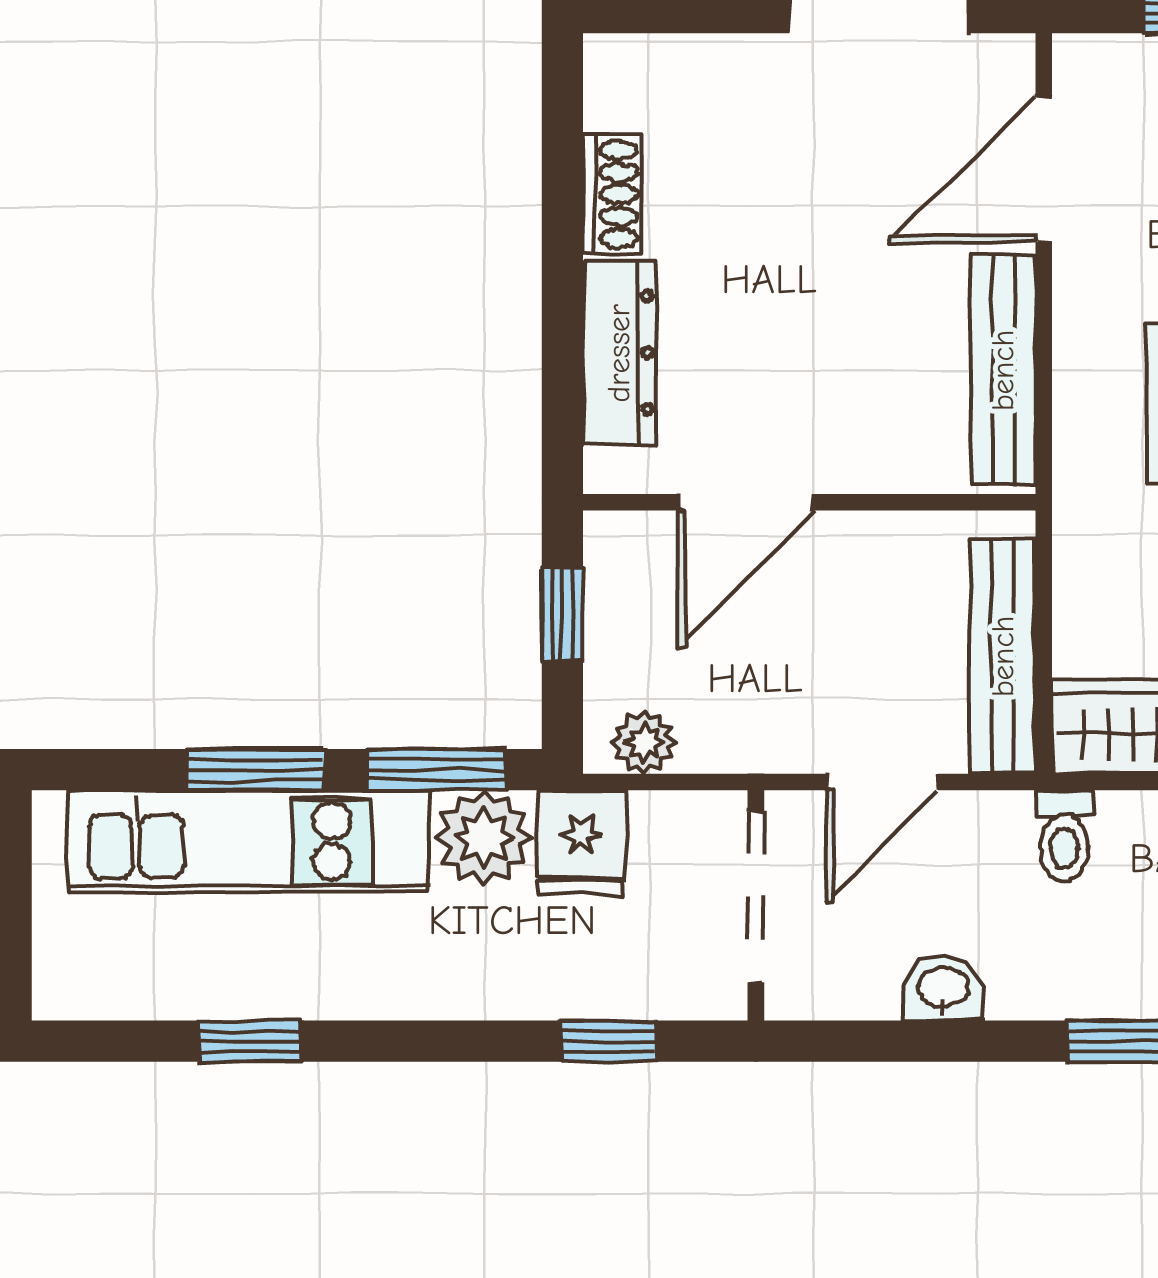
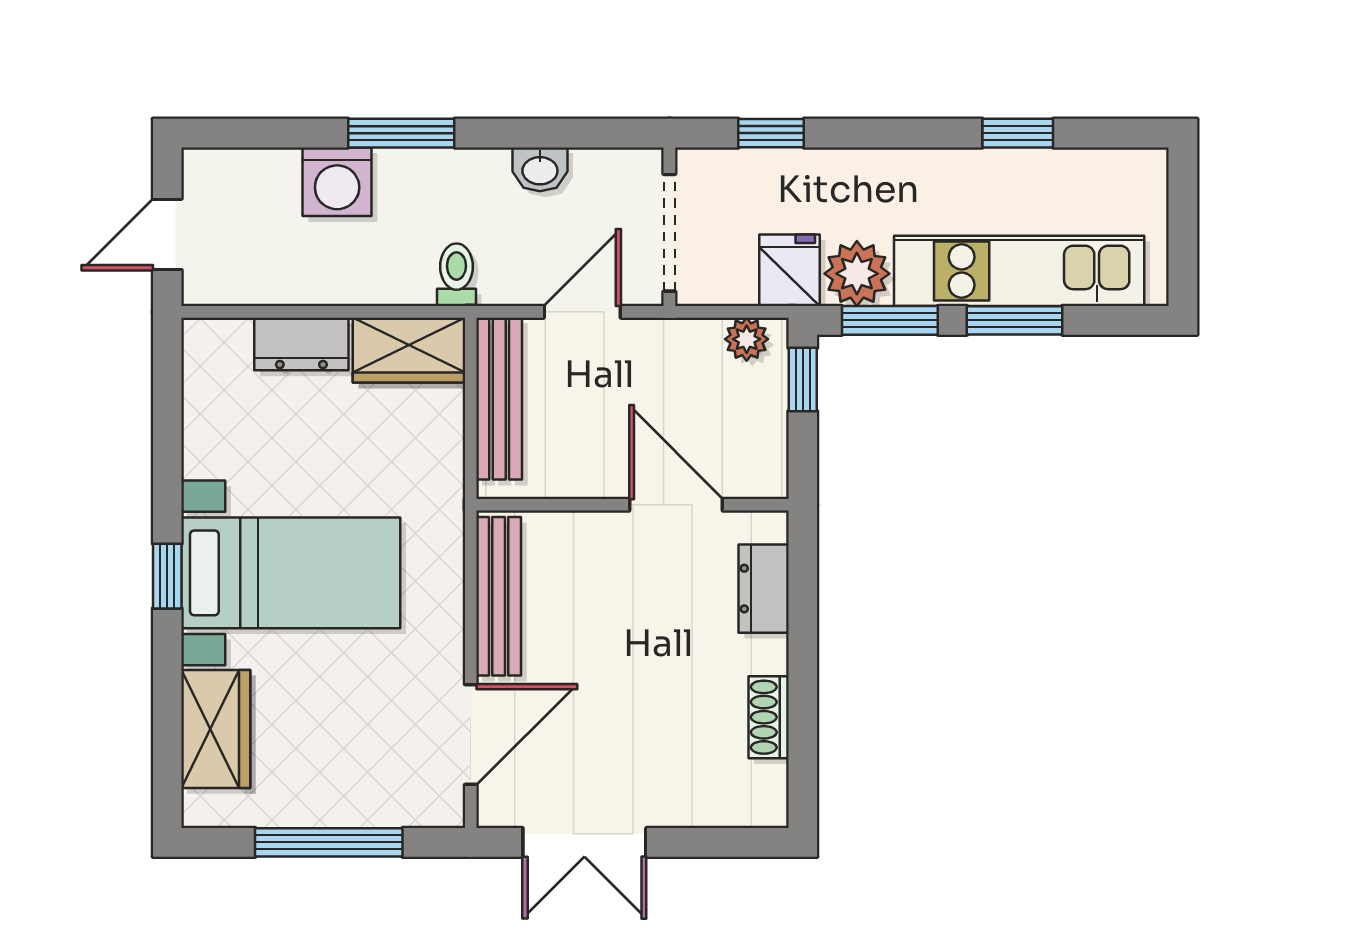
dresser: (619, 353) -> (764, 589), width x0.70
door: (746, 502) -> (676, 505), hinge flipped
window: (562, 614) -> (803, 380), moved

